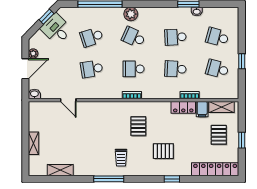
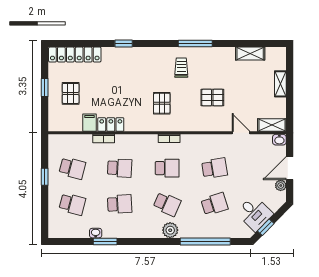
shelving: (222, 107) -> (272, 125), moved
pallet: (163, 151) -> (212, 98), moved

